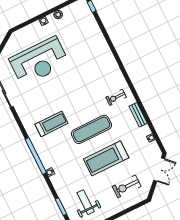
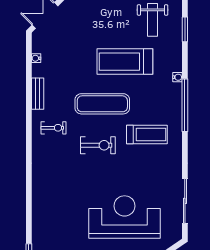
treadmill: (51, 124) -> (147, 134), turned 180
treadmill: (106, 158) -> (125, 62), moved, turned 180
exercise bike: (127, 186) -> (98, 145), moved

